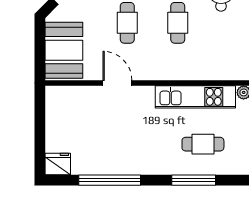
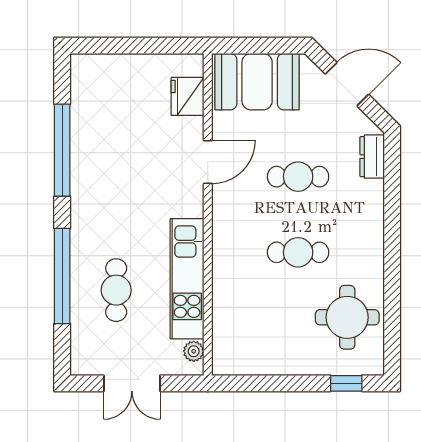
fridge: (58, 164) -> (188, 96), moved, turned 180
window: (194, 180) -> (62, 276), width x1.46

